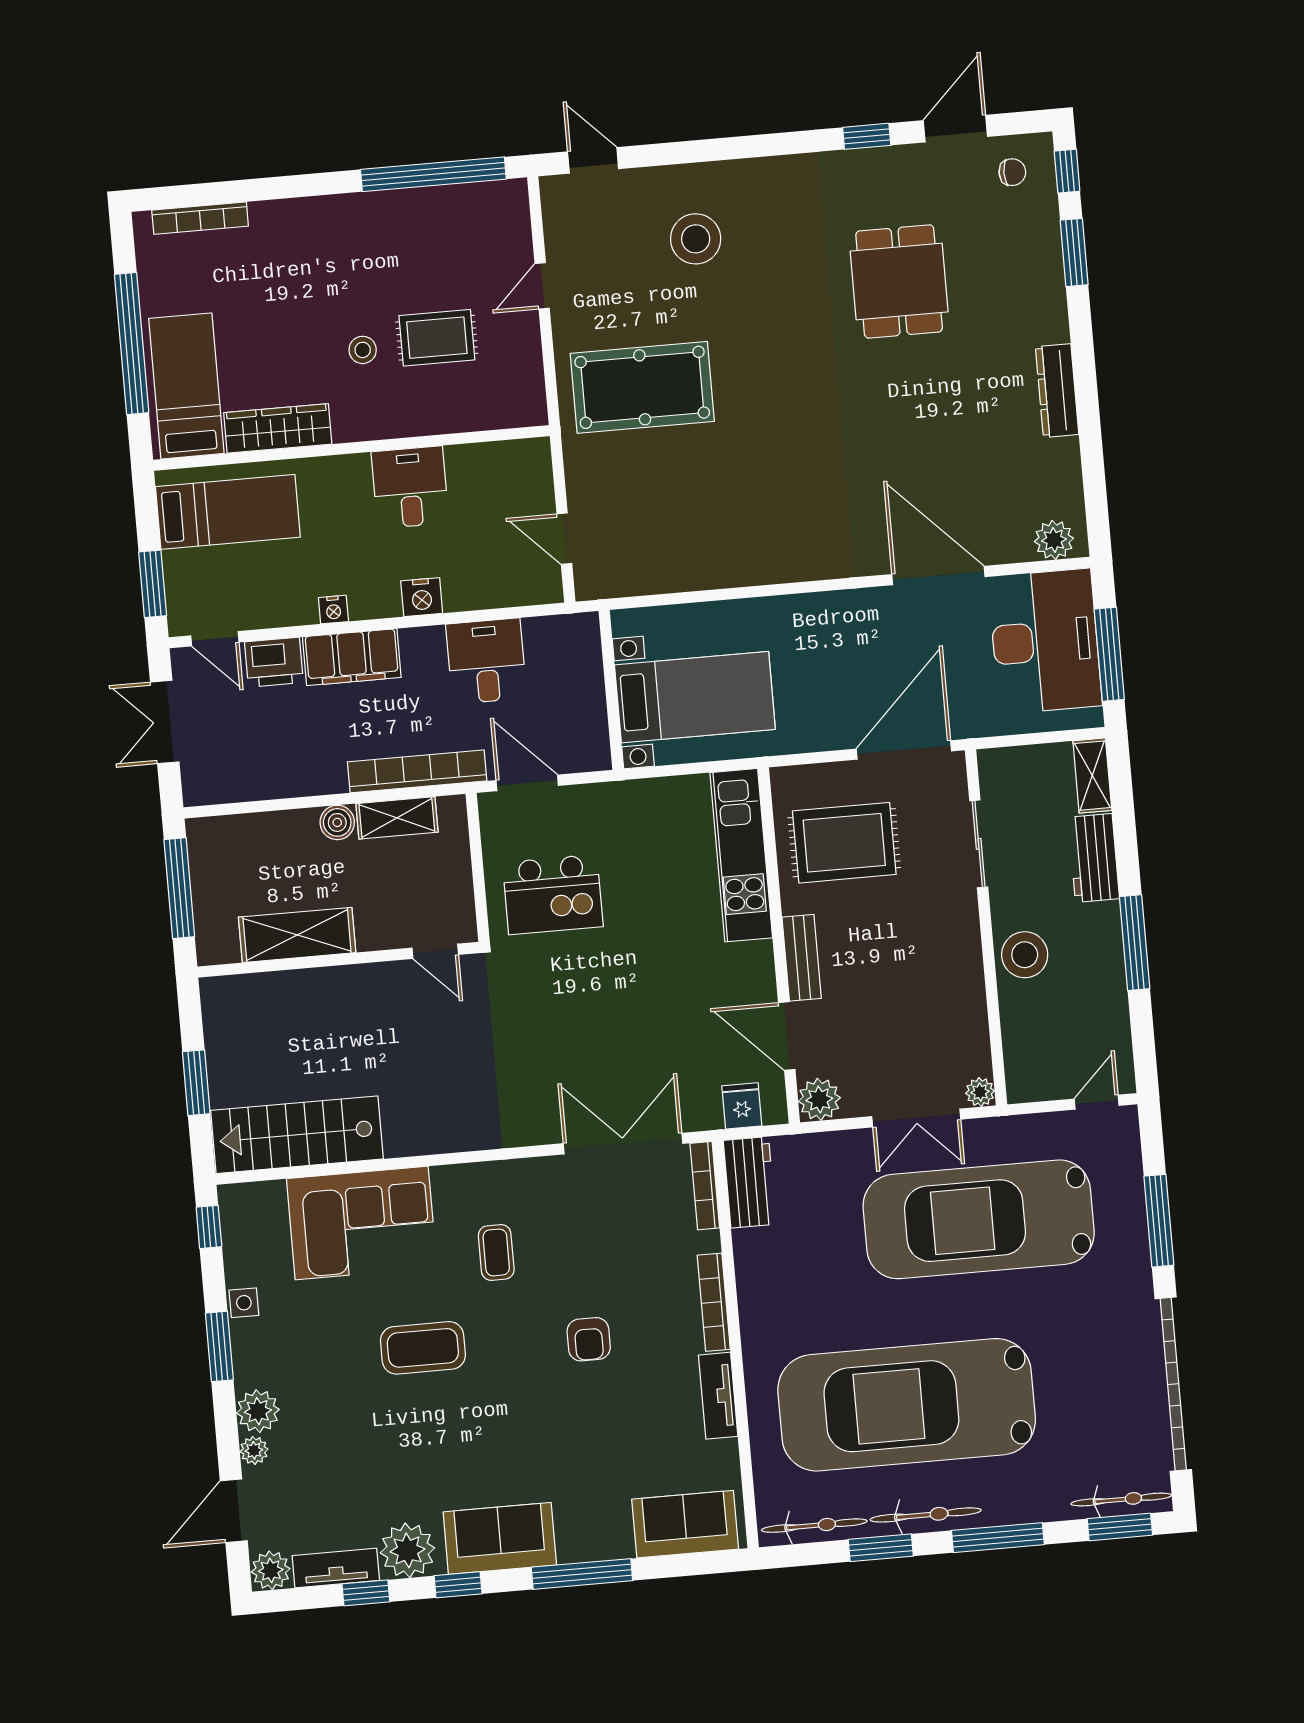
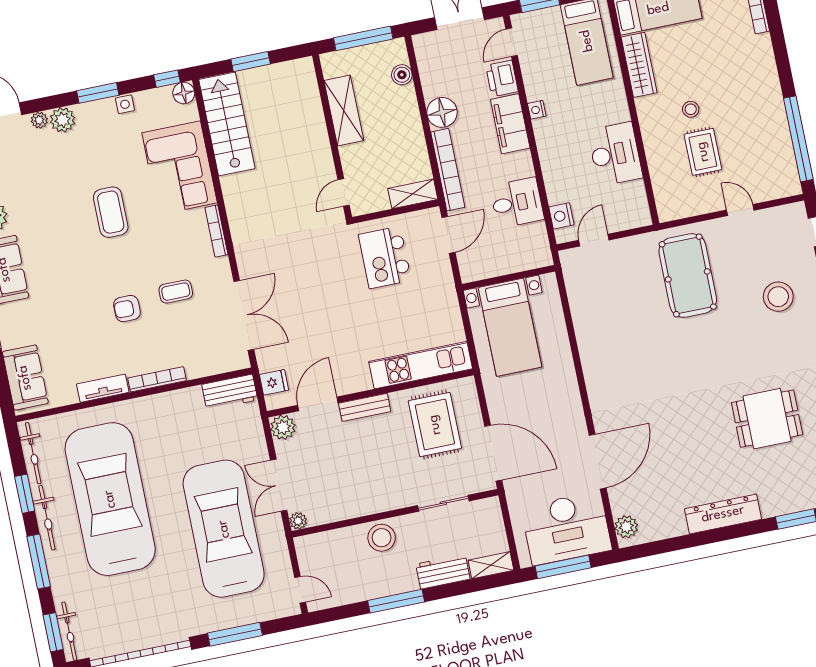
dresser: (1057, 391) -> (723, 514), width x1.37, depth x1.24
desk: (410, 487) -> (615, 154), width x1.37
nightstand: (422, 597) -> (561, 216), moved
floor lamp: (319, 770) -> (442, 112), added
shelving: (397, 818) -> (413, 194), moved, turned 90
boiler: (337, 822) -> (402, 75), moved
bookcase: (705, 1186) -> (216, 231), moved, turned -90
floor lamp: (236, 1201) -> (184, 93), added
coffee table: (496, 1252) -> (176, 292), moved

